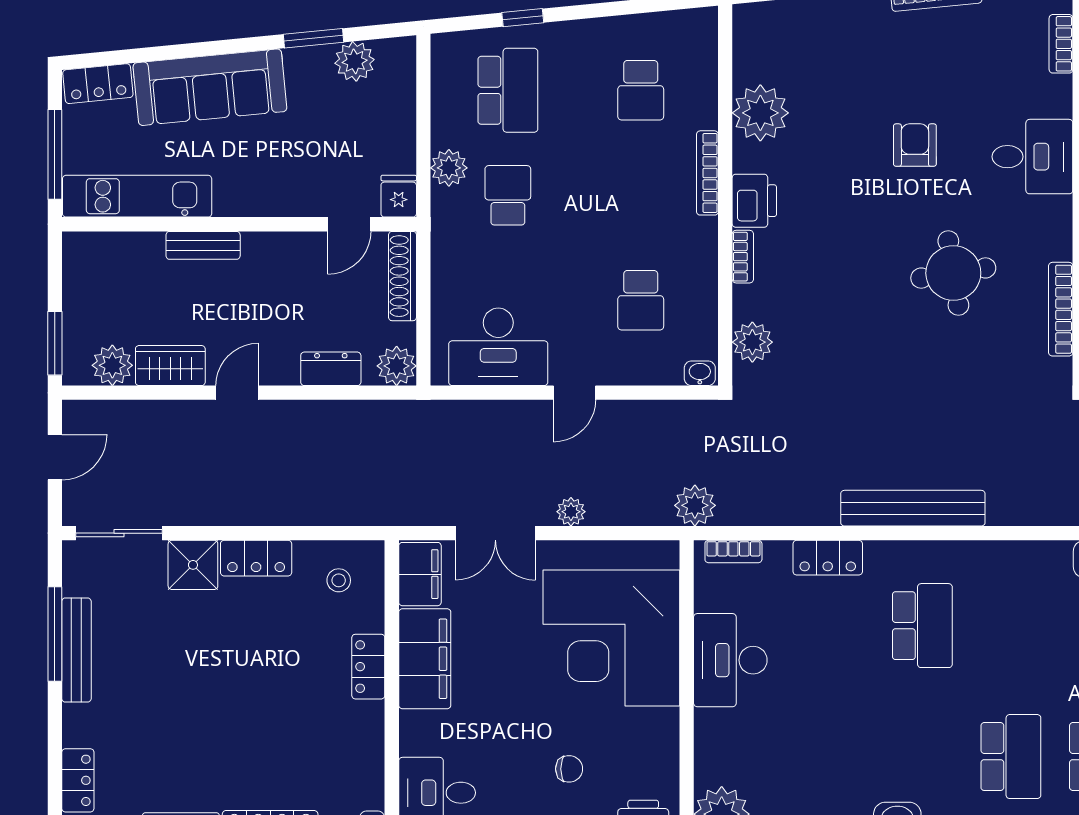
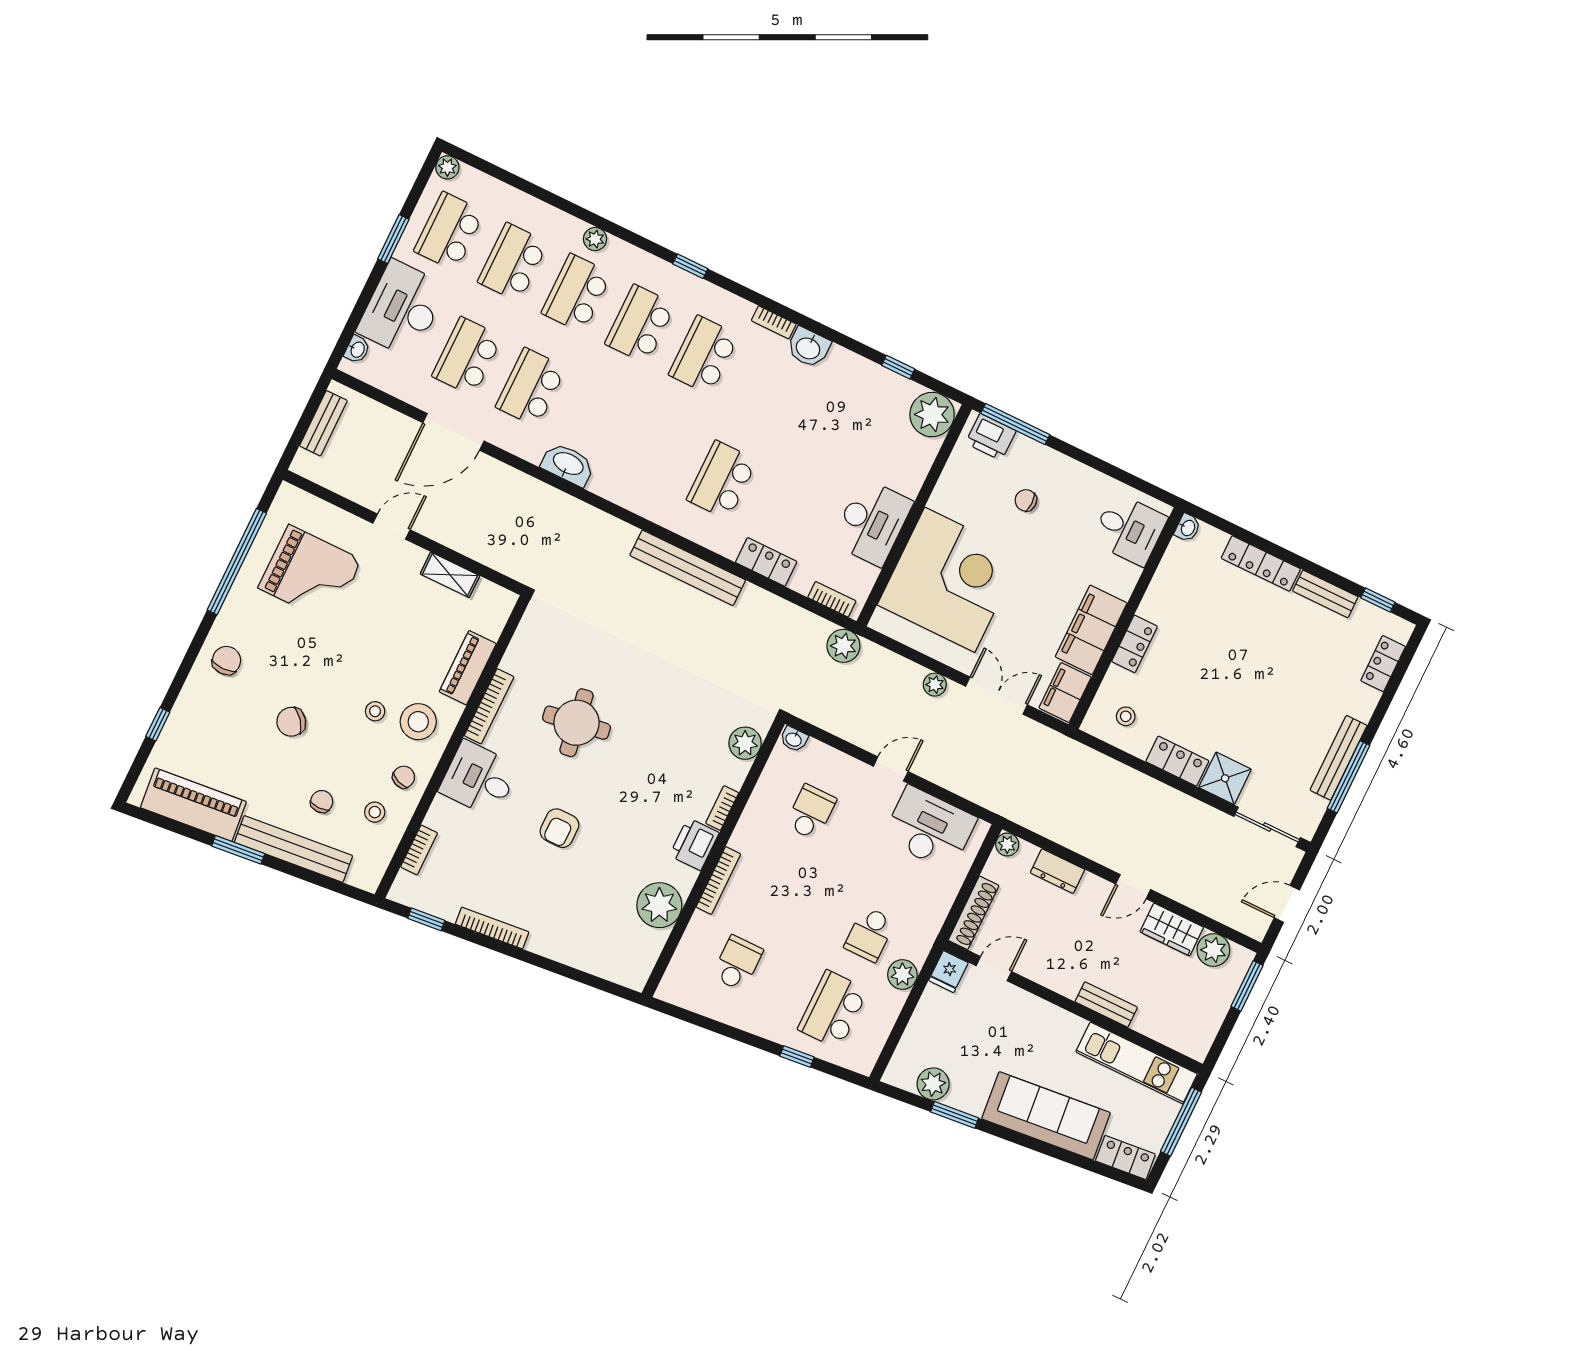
bookcase: (1061, 309) -> (489, 706), moved
plant: (397, 366) -> (1007, 844), width x0.73, depth x0.73

